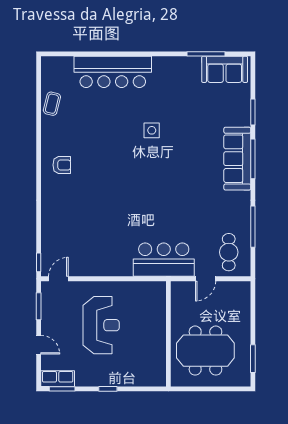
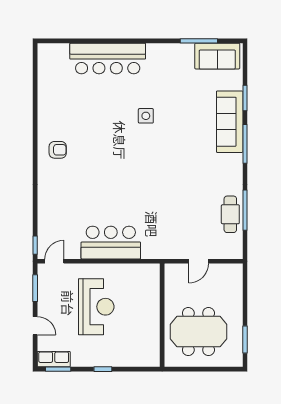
coffee table: (52, 104) -> (48, 90), removed
sofa: (237, 159) -> (230, 122), moved
cafe table: (229, 252) -> (230, 214), moved
bar counter: (164, 260) -> (111, 243), moved

